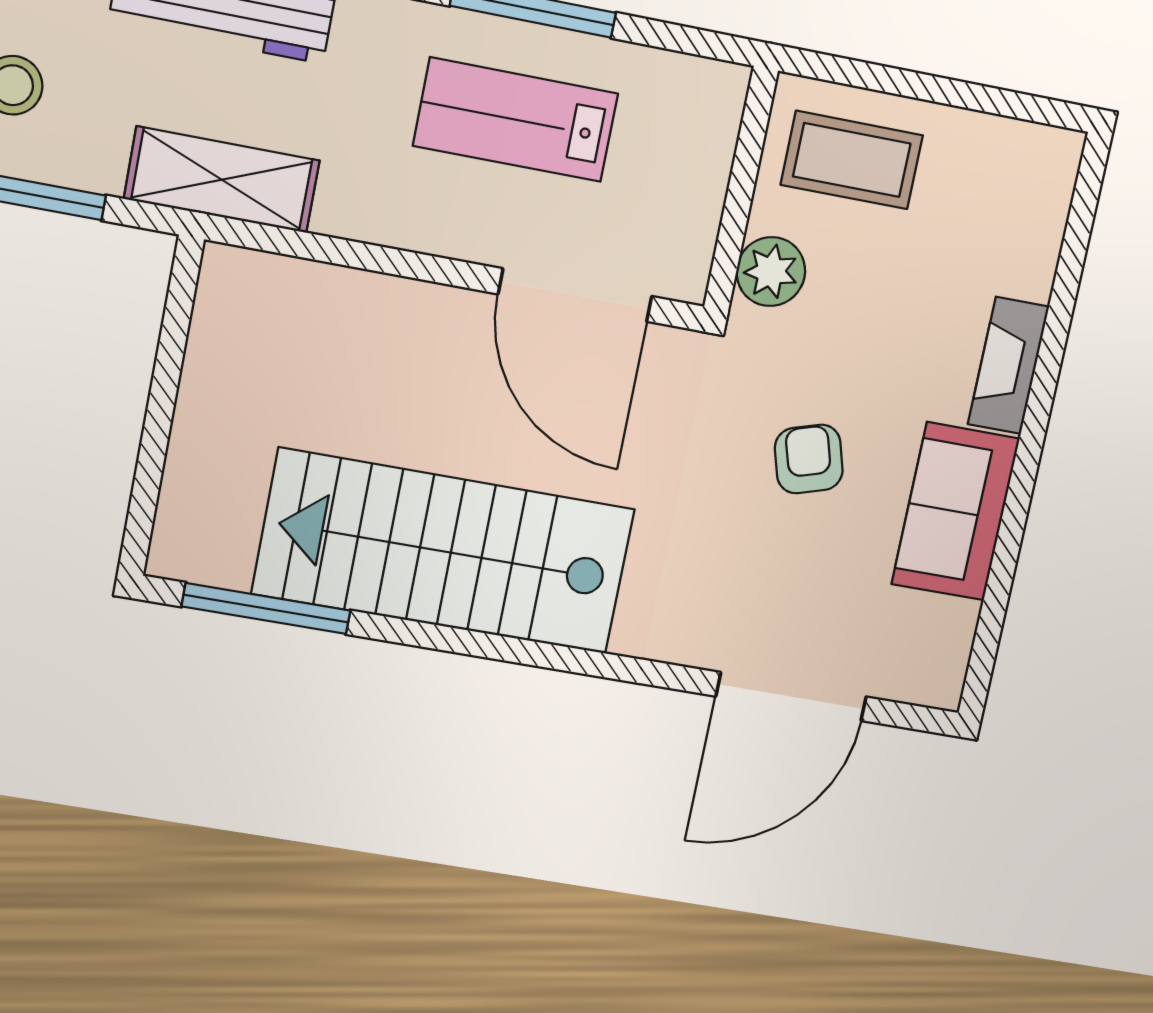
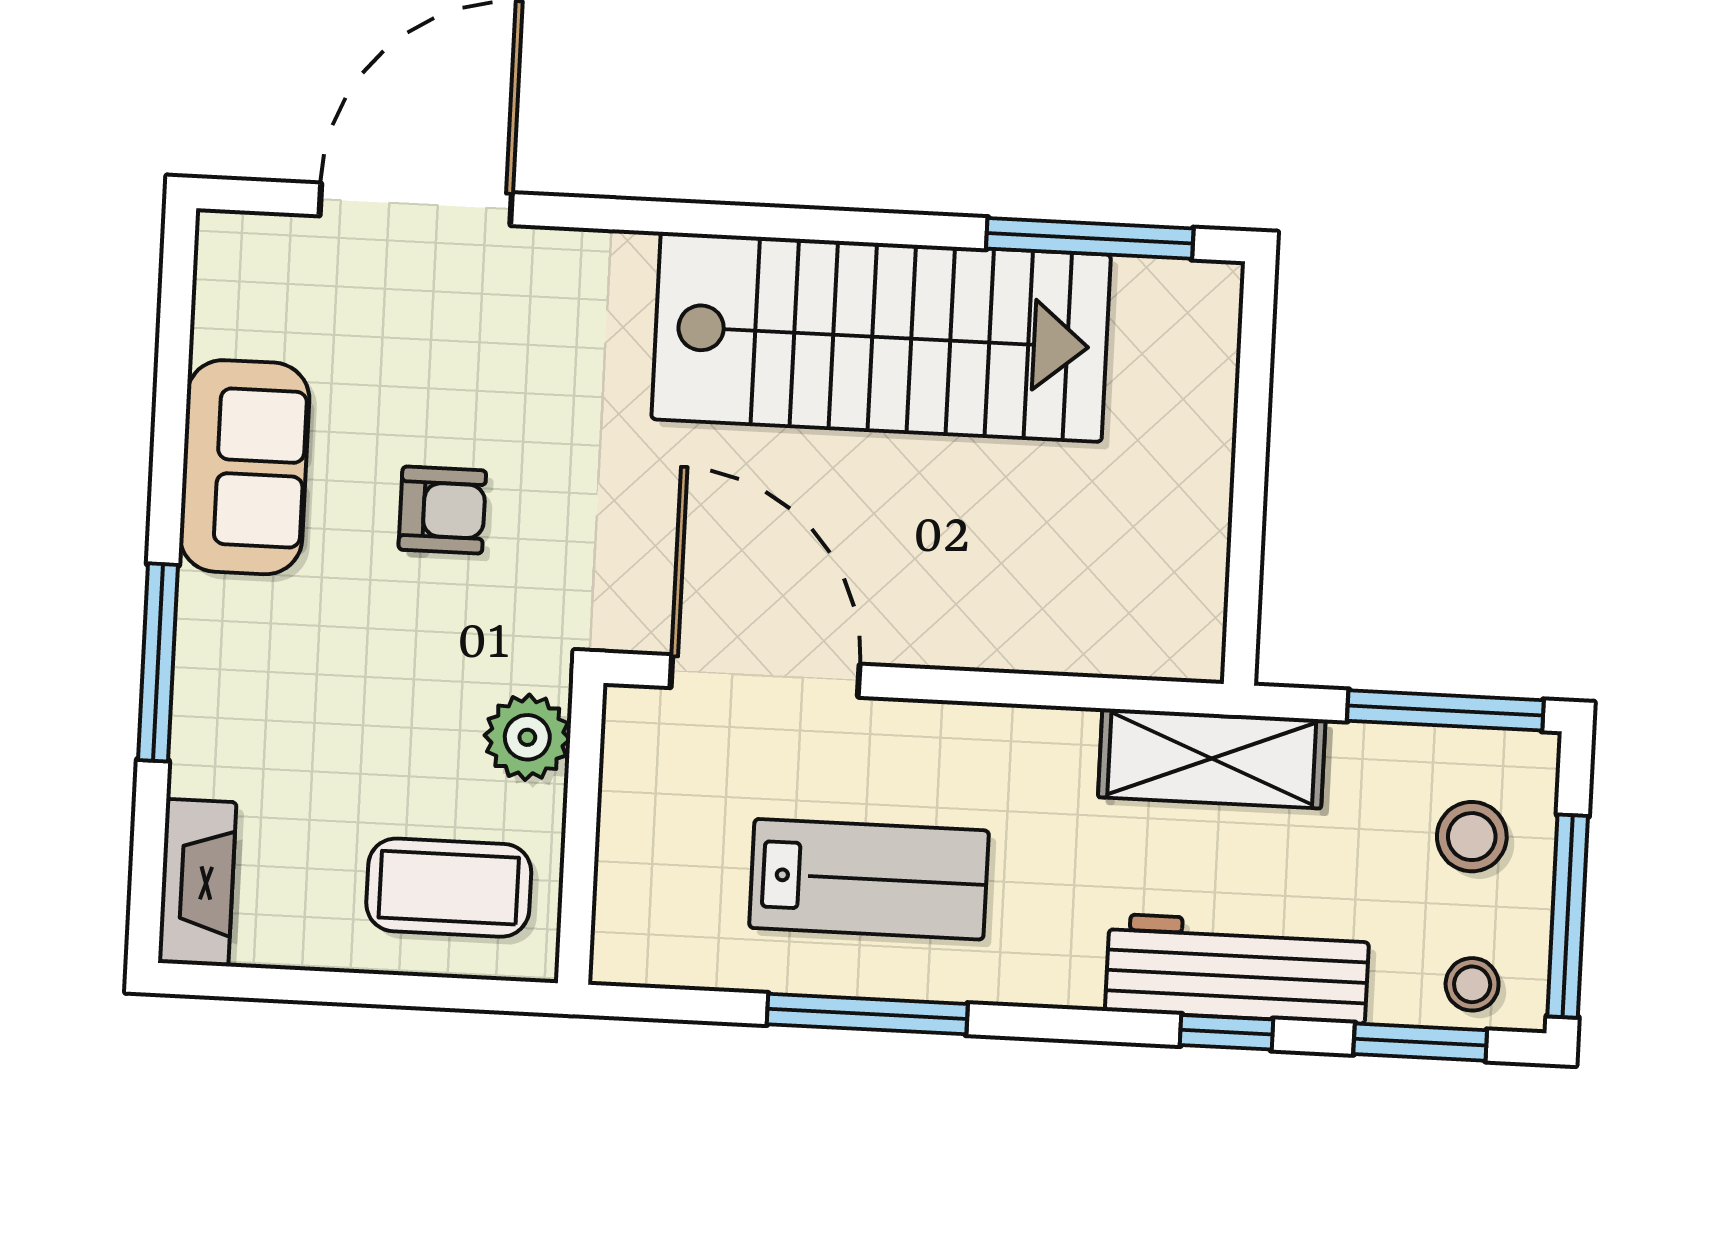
fireplace: (1008, 365) -> (197, 883), moved
window: (1047, 369) -> (158, 662), added
armchair: (809, 459) -> (442, 510), turned -73

